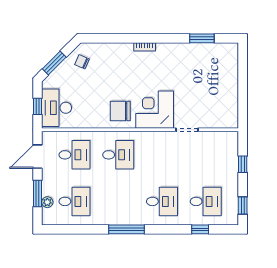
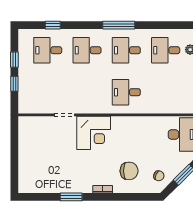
window: (202, 38) -> (71, 197), moved
chair: (120, 111) -> (129, 171), moved
desk: (74, 155) -> (126, 50), moved
window: (243, 206) -> (14, 60), moved

